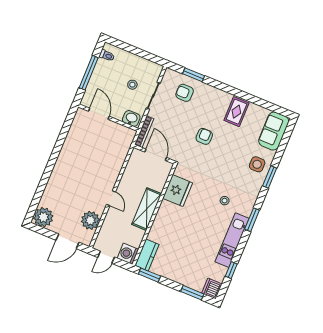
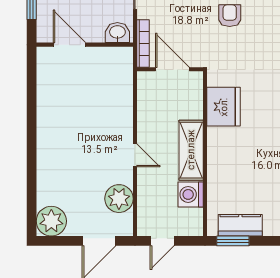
washing machine: (128, 254) -> (191, 194), moved
kitchen counter: (147, 255) -> (240, 225), moved, turned -90

